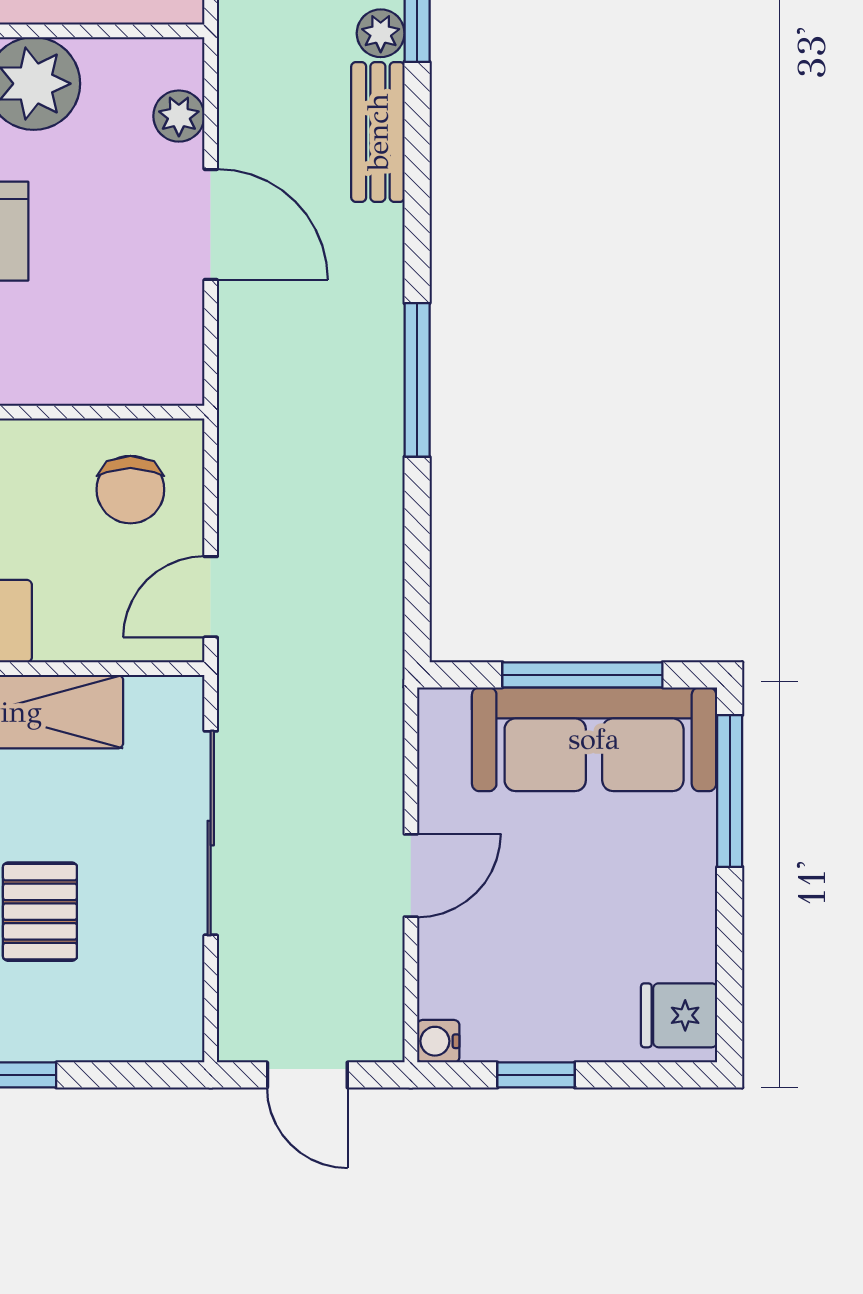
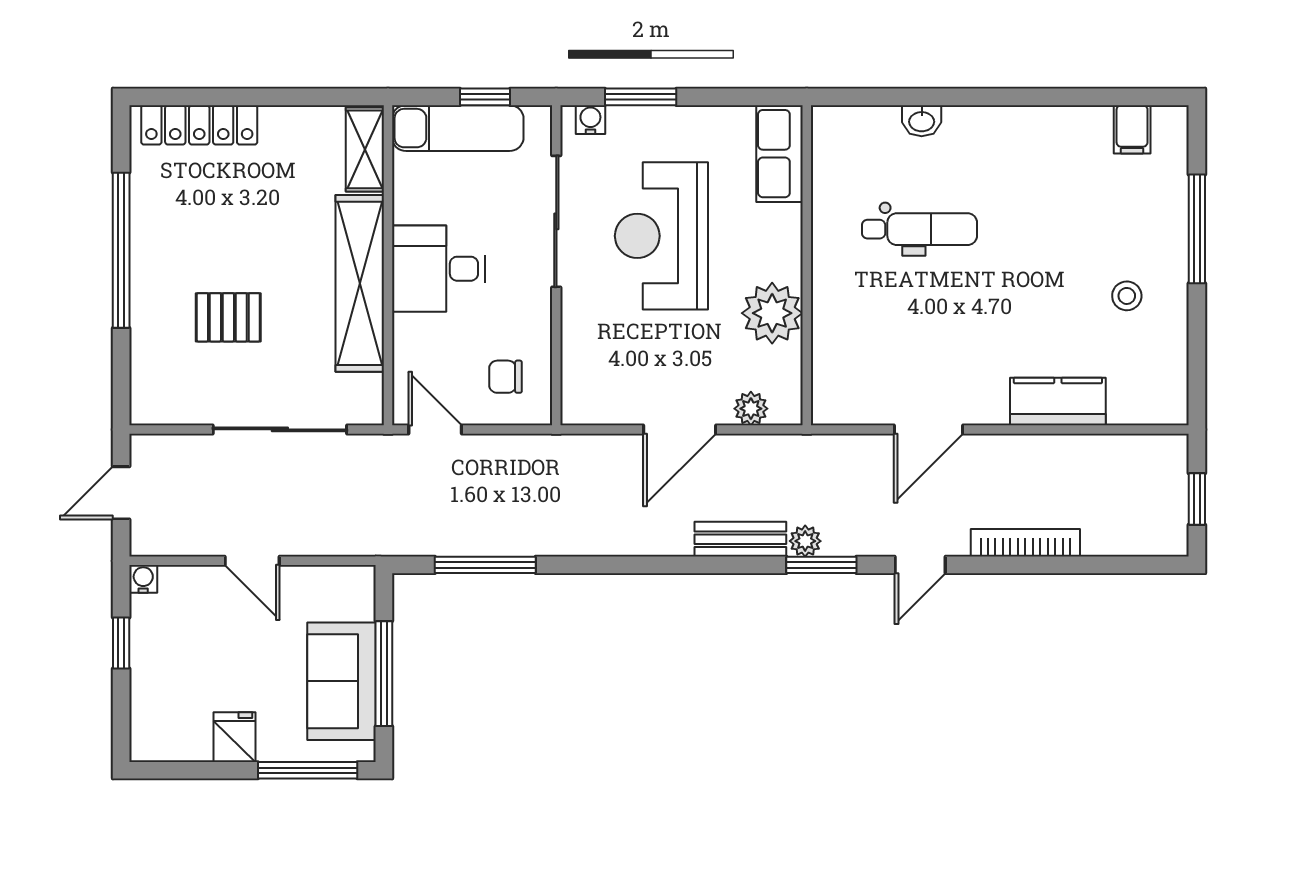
window: (417, 380) -> (485, 565), moved
chair: (130, 490) -> (505, 377), width x0.73, depth x0.73
sofa: (594, 739) -> (342, 681), width x0.73
fridge: (679, 1015) -> (235, 737), moved

